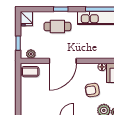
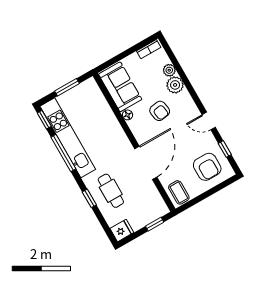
plant: (31, 54) -> (159, 203), removed
door: (63, 61) -> (146, 163), hinge flipped
armchair: (36, 100) -> (207, 167), added

